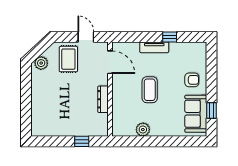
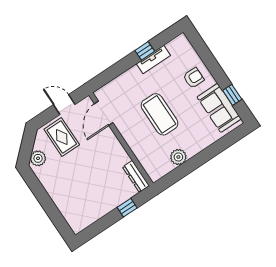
tv unit: (154, 47) -> (153, 60), moved
door: (110, 62) -> (104, 113), swing flipped
coffee table: (150, 90) -> (159, 114), width x1.36, depth x1.32
dresser: (103, 99) -> (136, 176), moved

